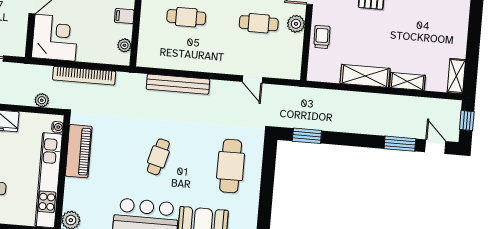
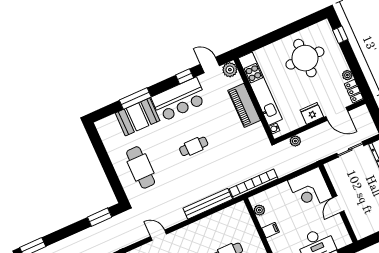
bookcase: (84, 76) -> (254, 184), moved
piano: (79, 151) -> (244, 105), moved
cafe table: (158, 157) -> (194, 146), turned 75

